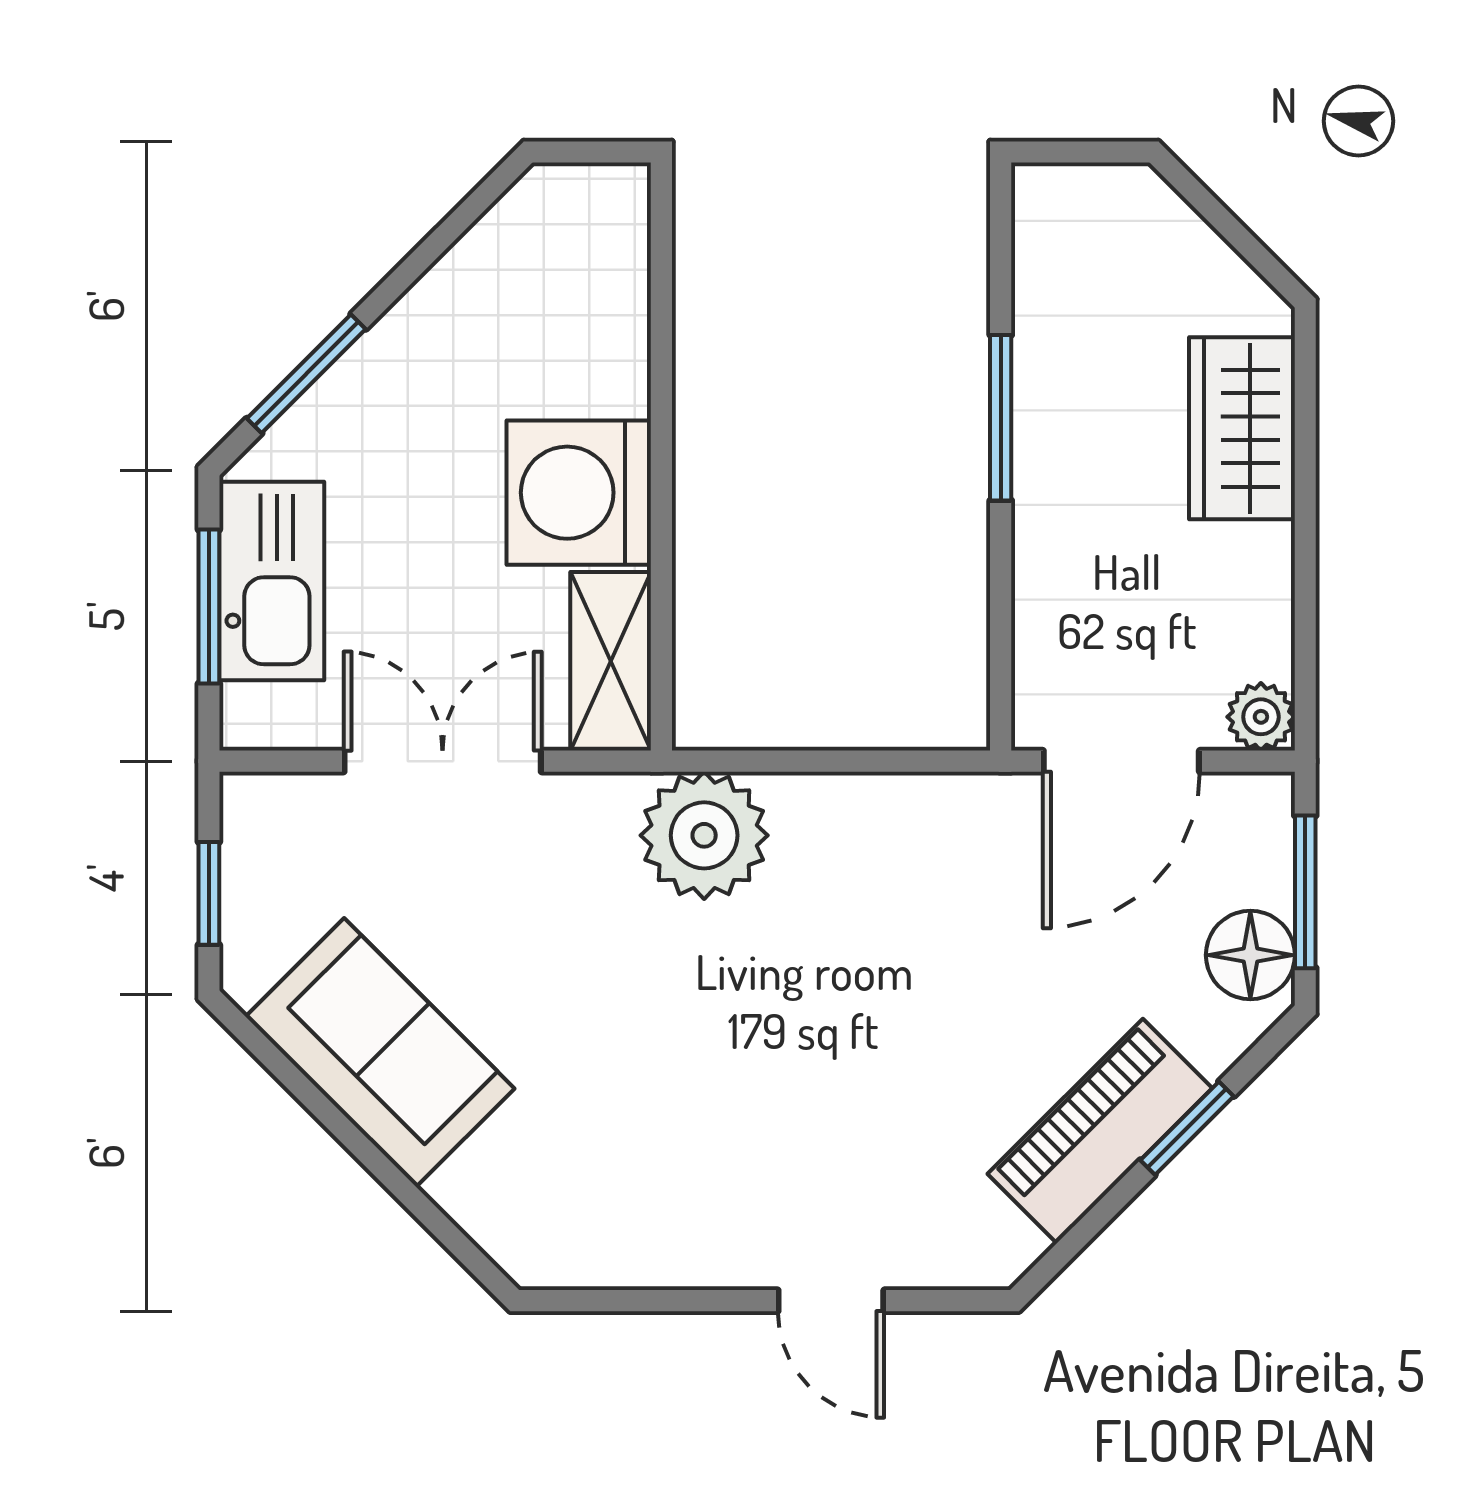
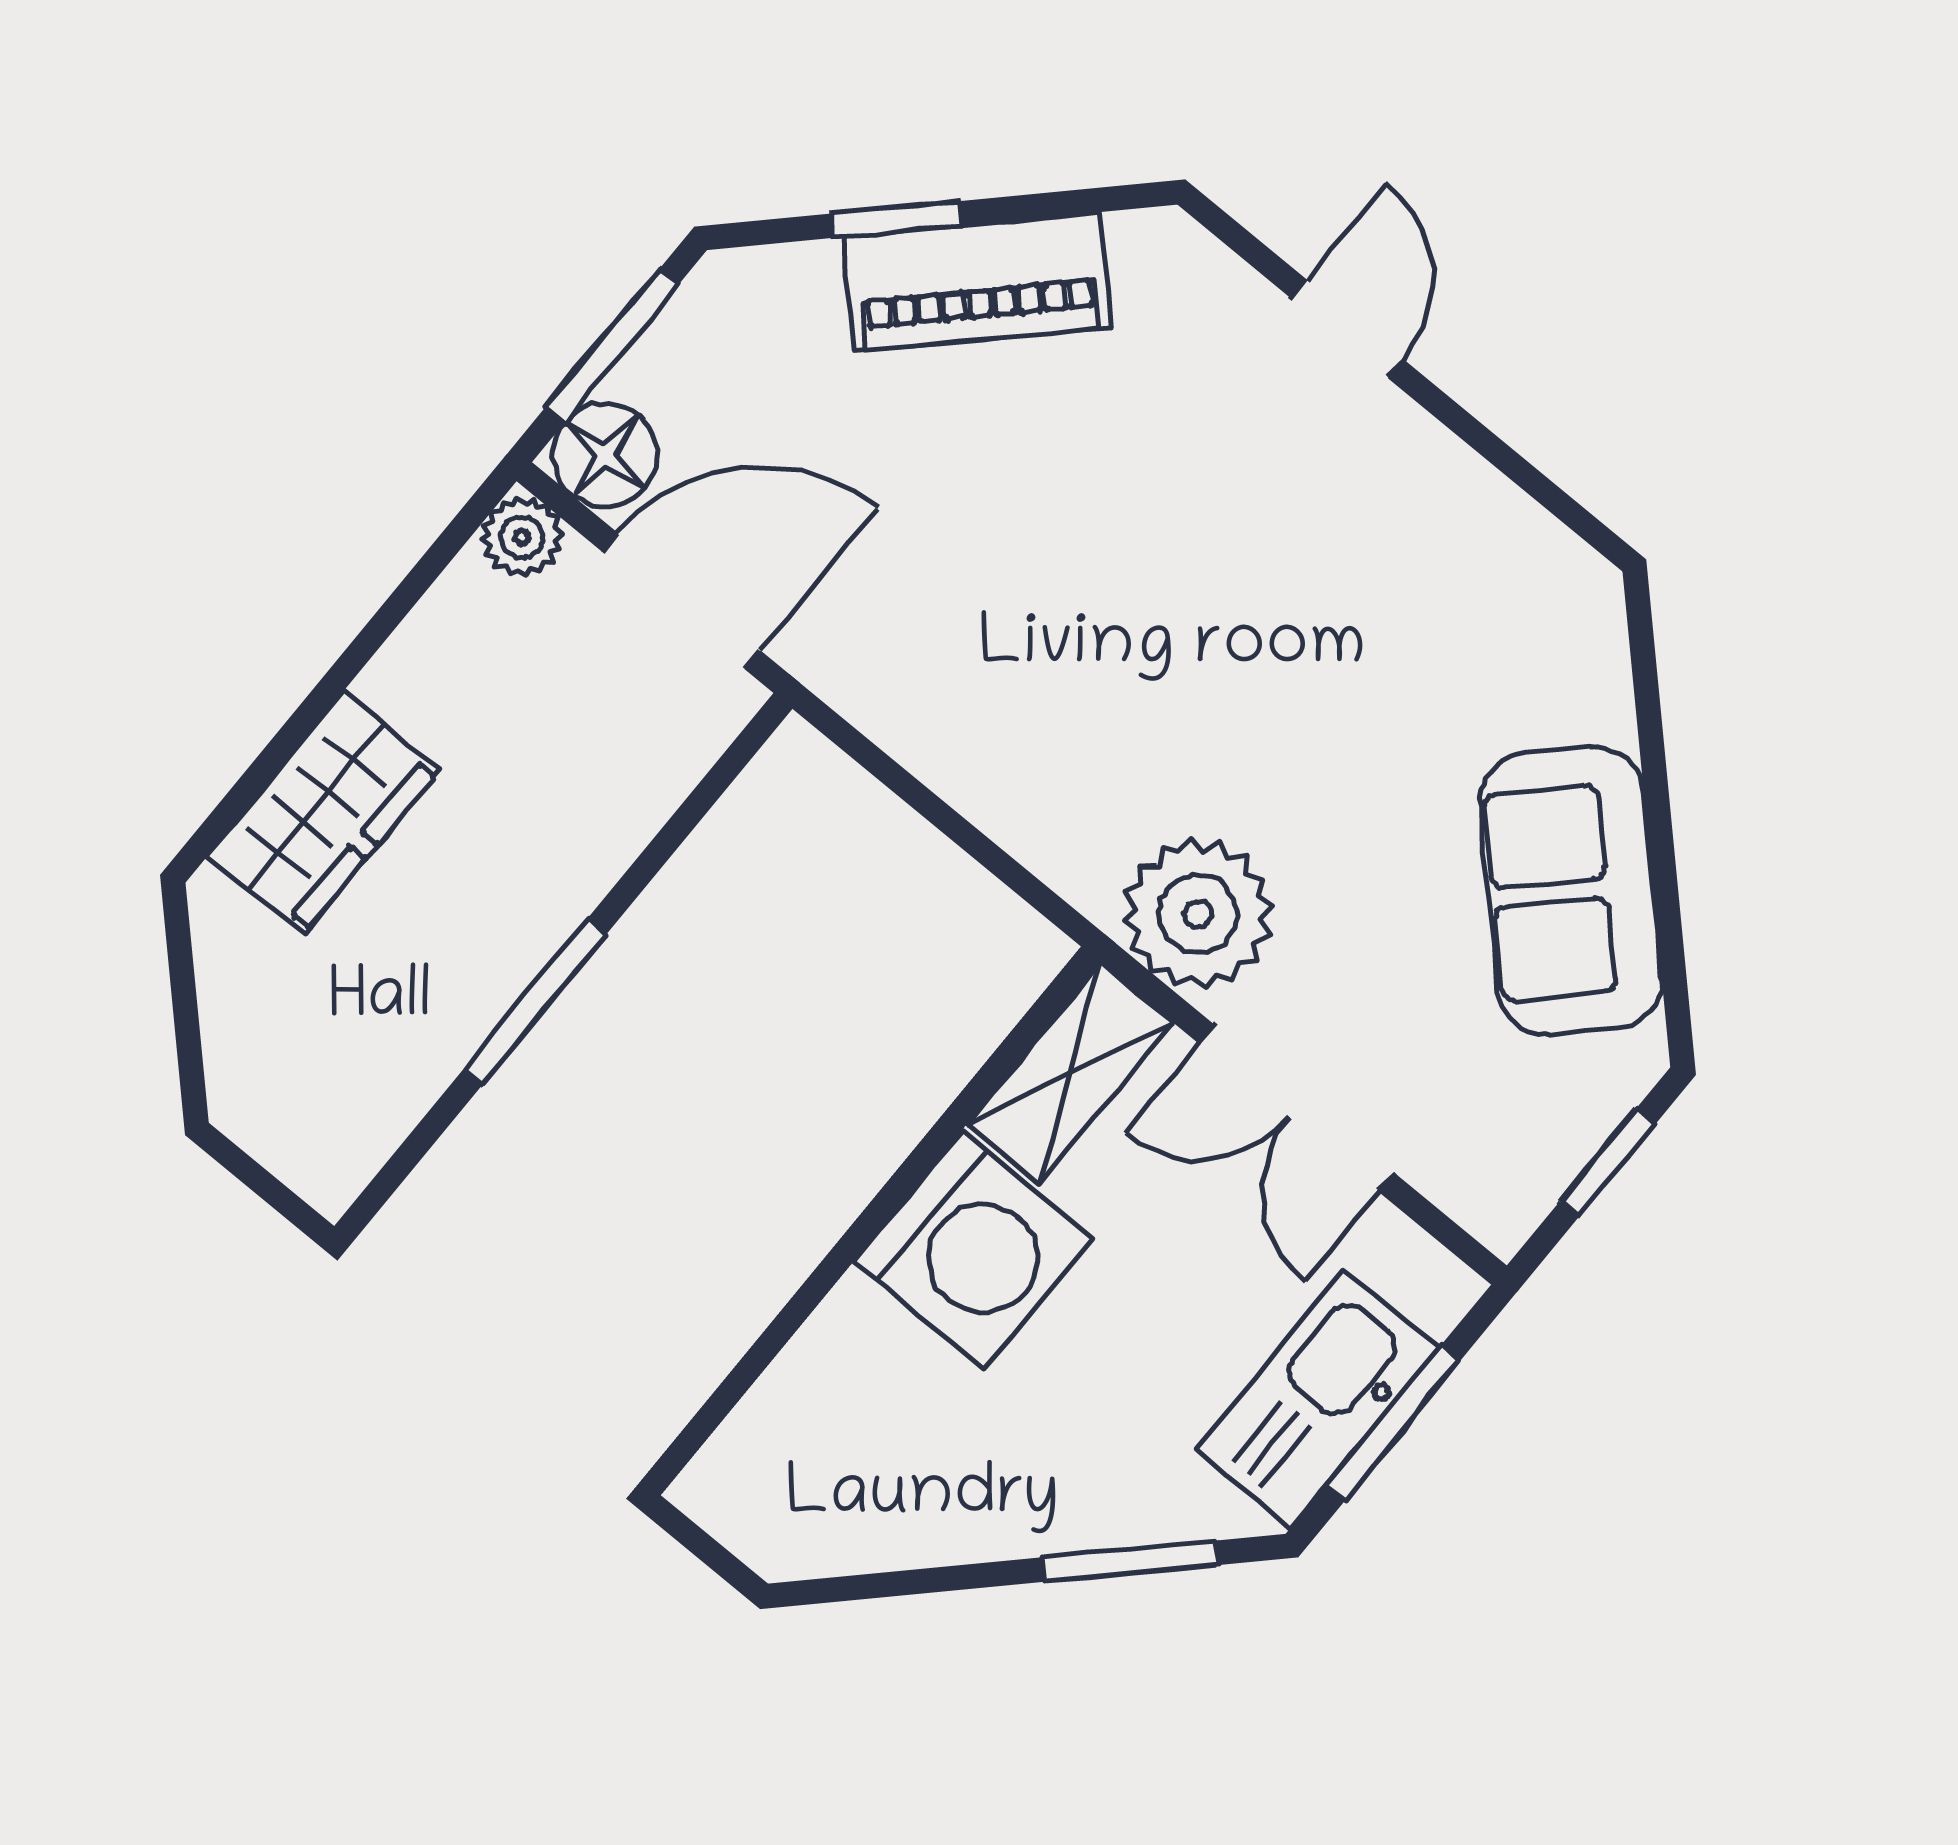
plant: (704, 835) -> (1198, 914), moved
floor lamp: (1250, 955) -> (605, 455), moved

